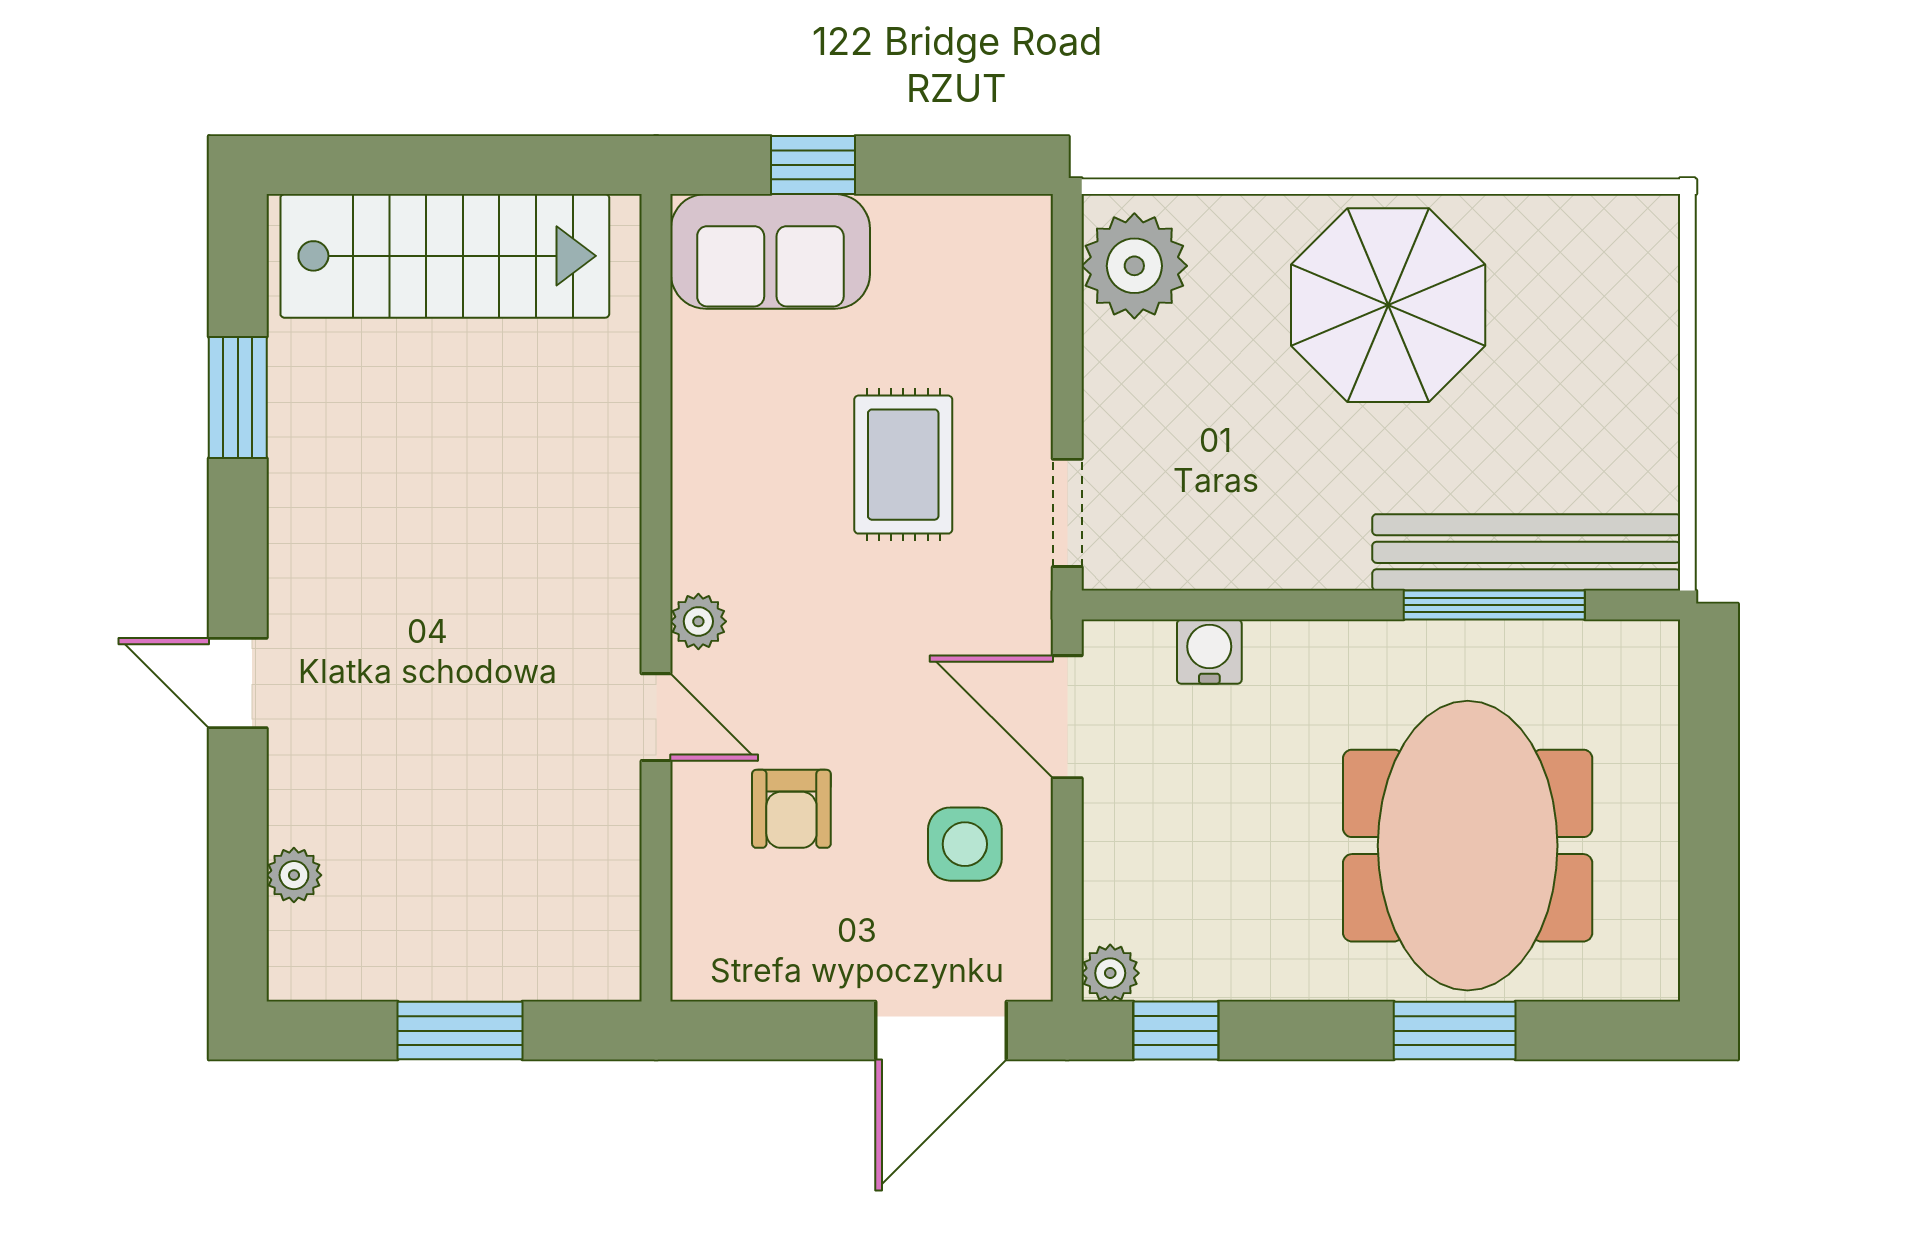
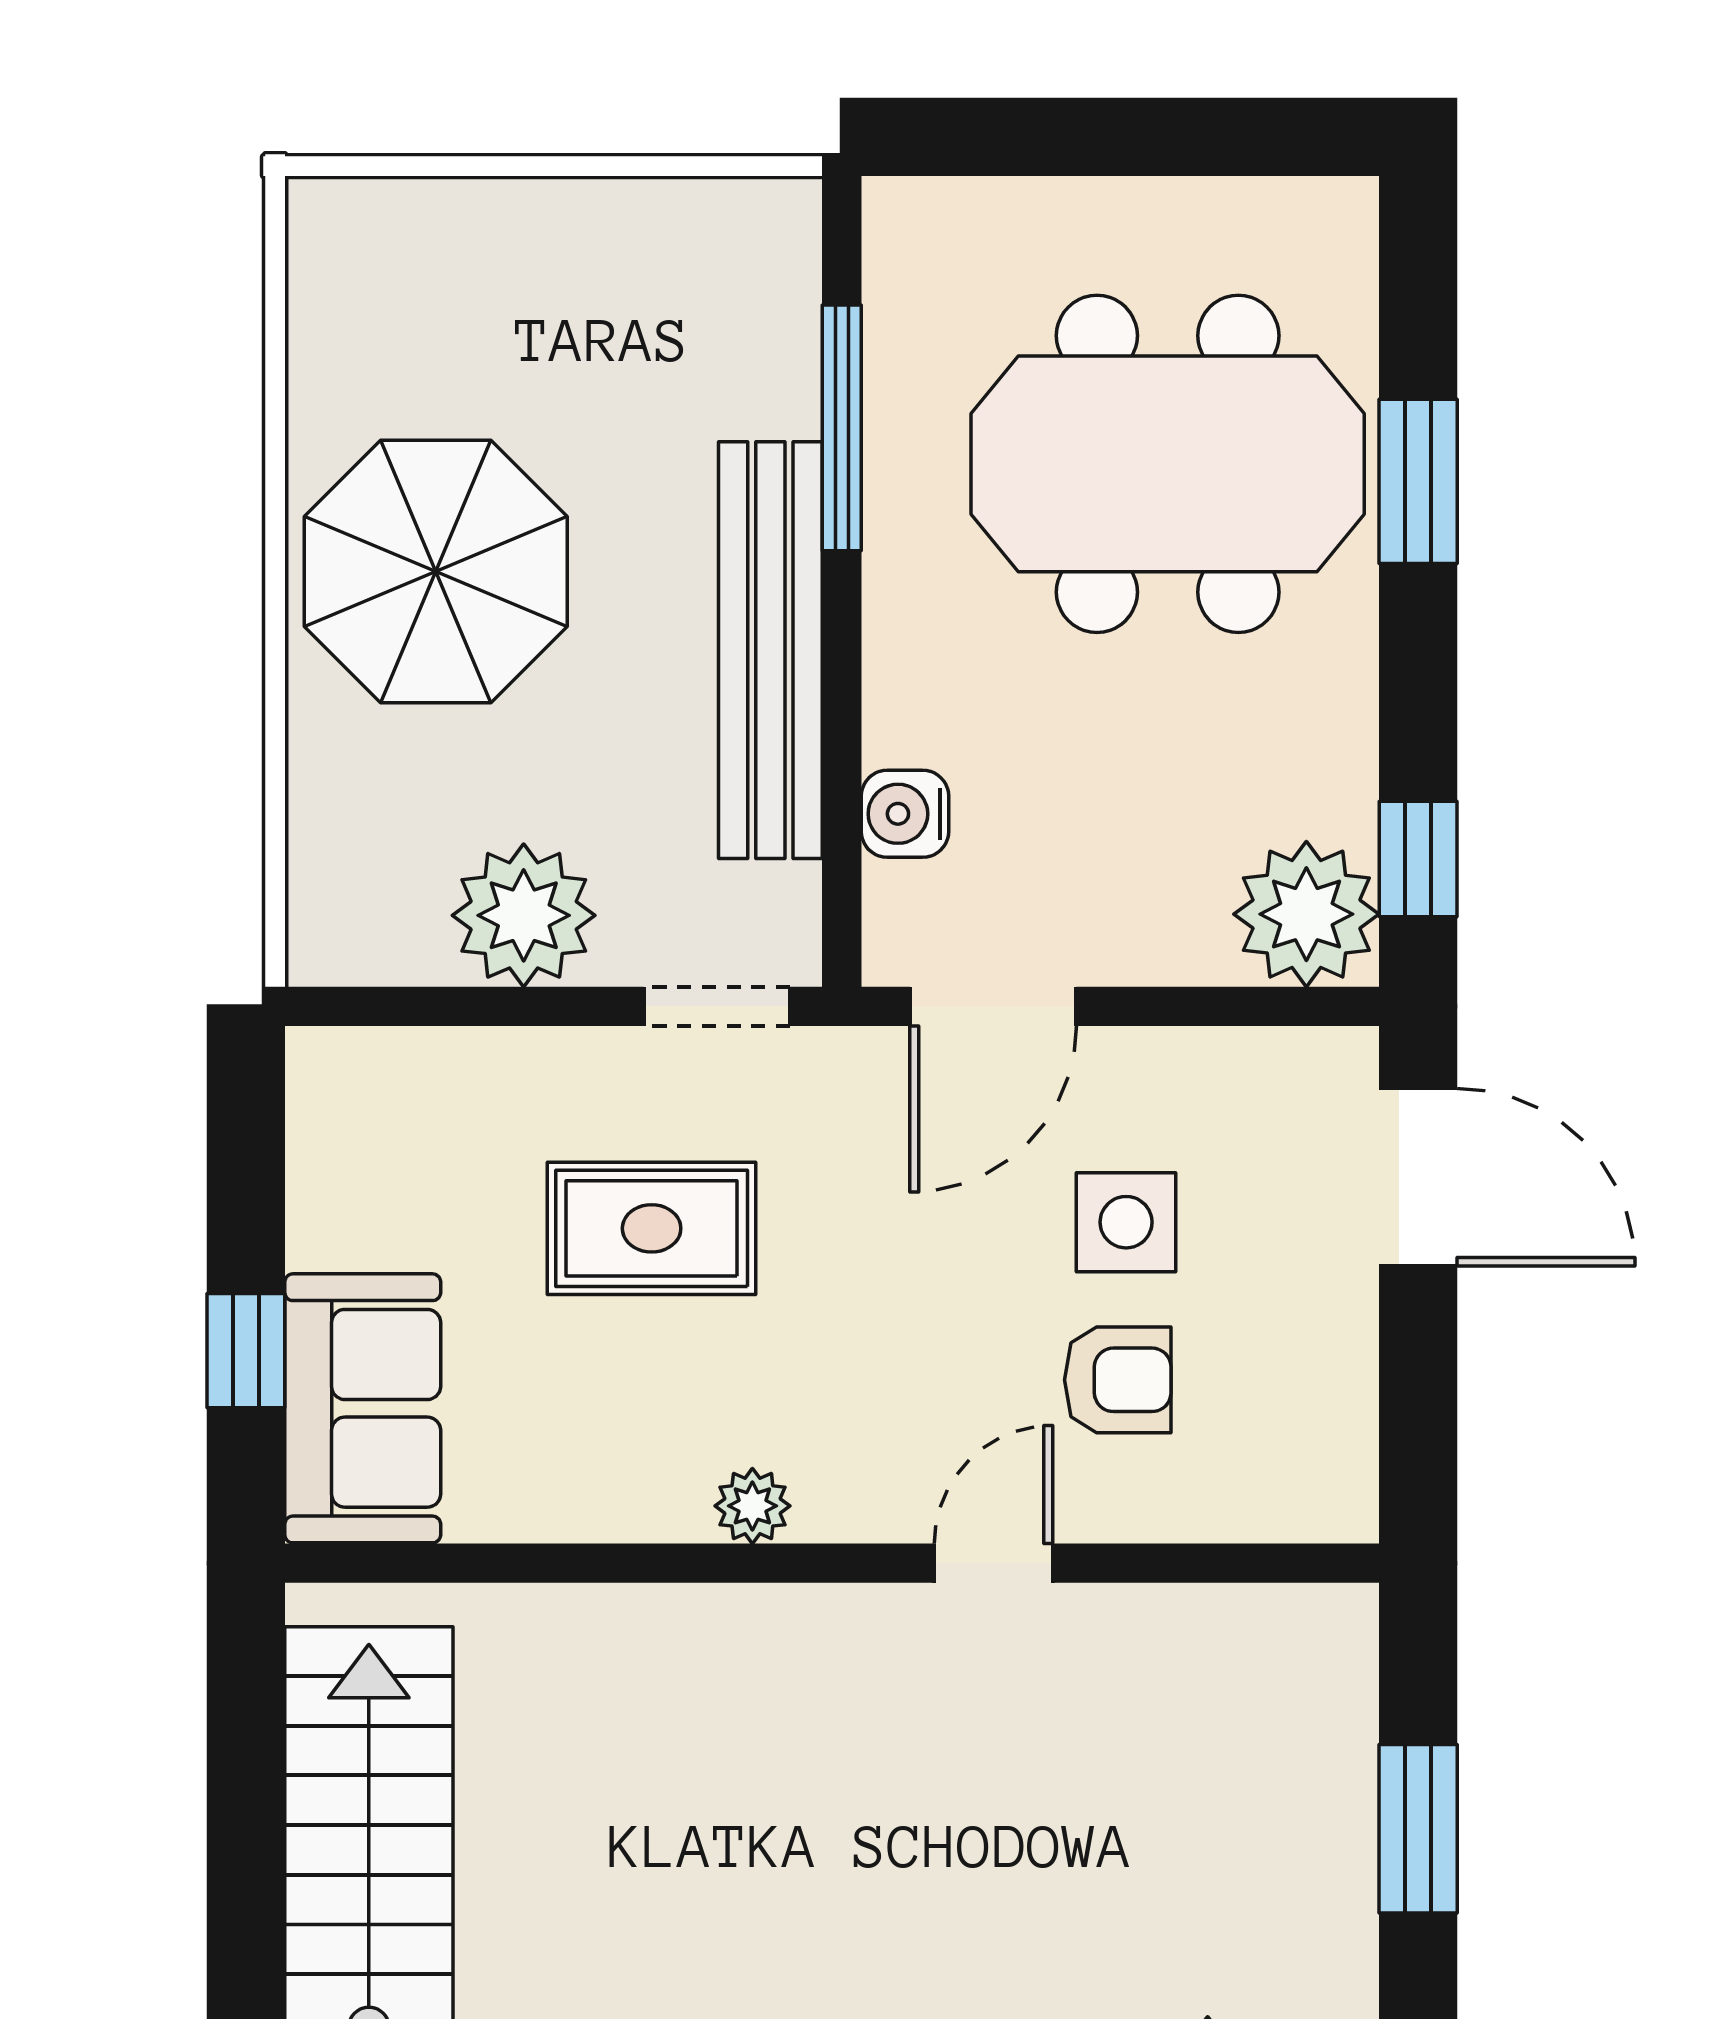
plant: (1134, 266) -> (524, 915), moved
bench: (1526, 552) -> (770, 650), moved
plant: (698, 621) -> (752, 1506), moved
side table: (965, 844) -> (1126, 1222), moved
plant: (1110, 973) -> (1306, 914), width x1.88, depth x1.88

